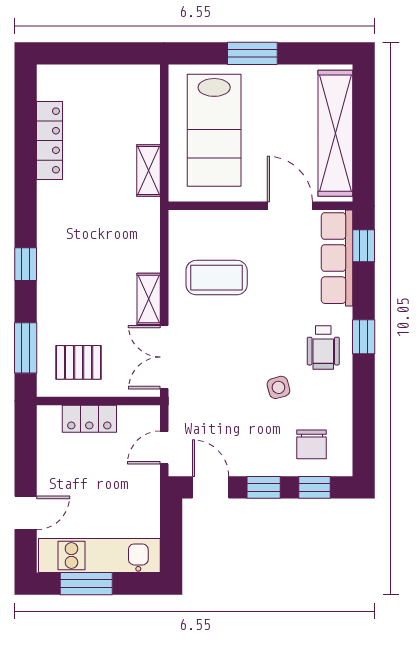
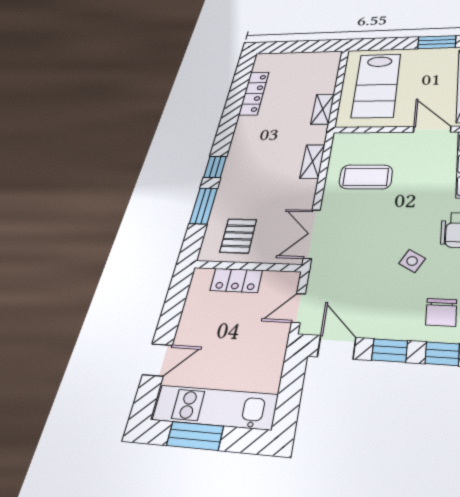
window: (252, 53) -> (437, 42), moved
shelving: (149, 299) -> (312, 161), moved
window: (26, 348) -> (203, 206), moved
pallet: (79, 362) -> (238, 236), turned 90
side table: (278, 387) -> (412, 261), turned 45

